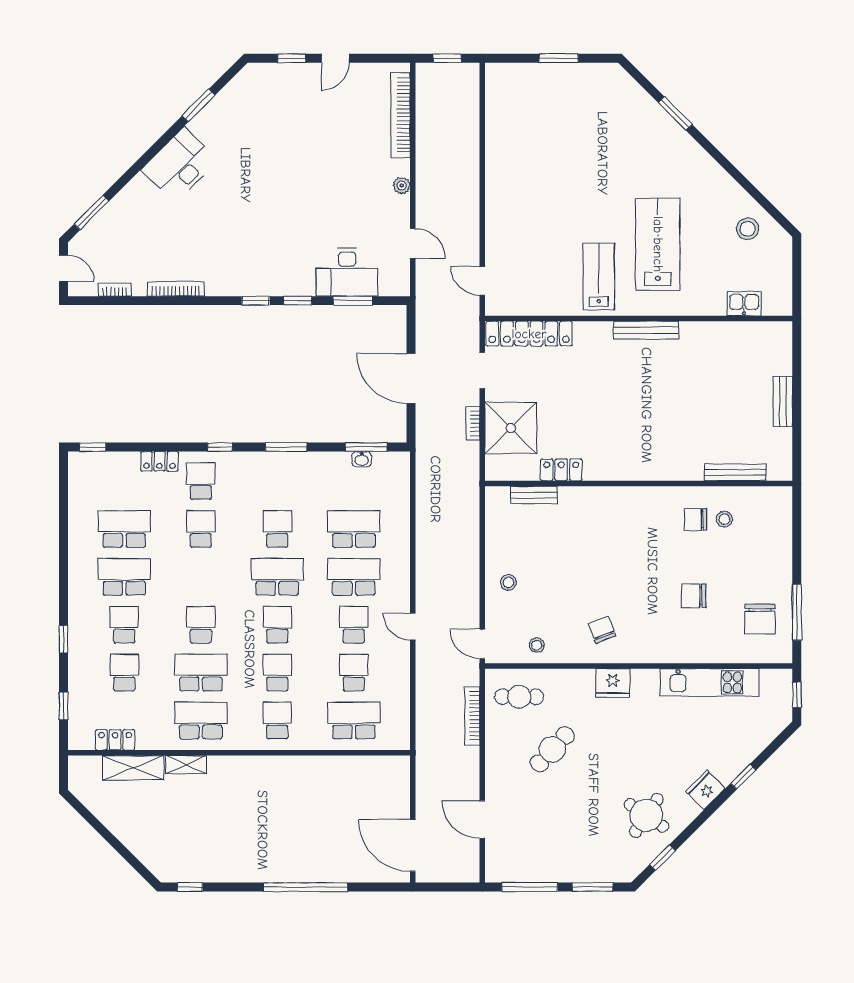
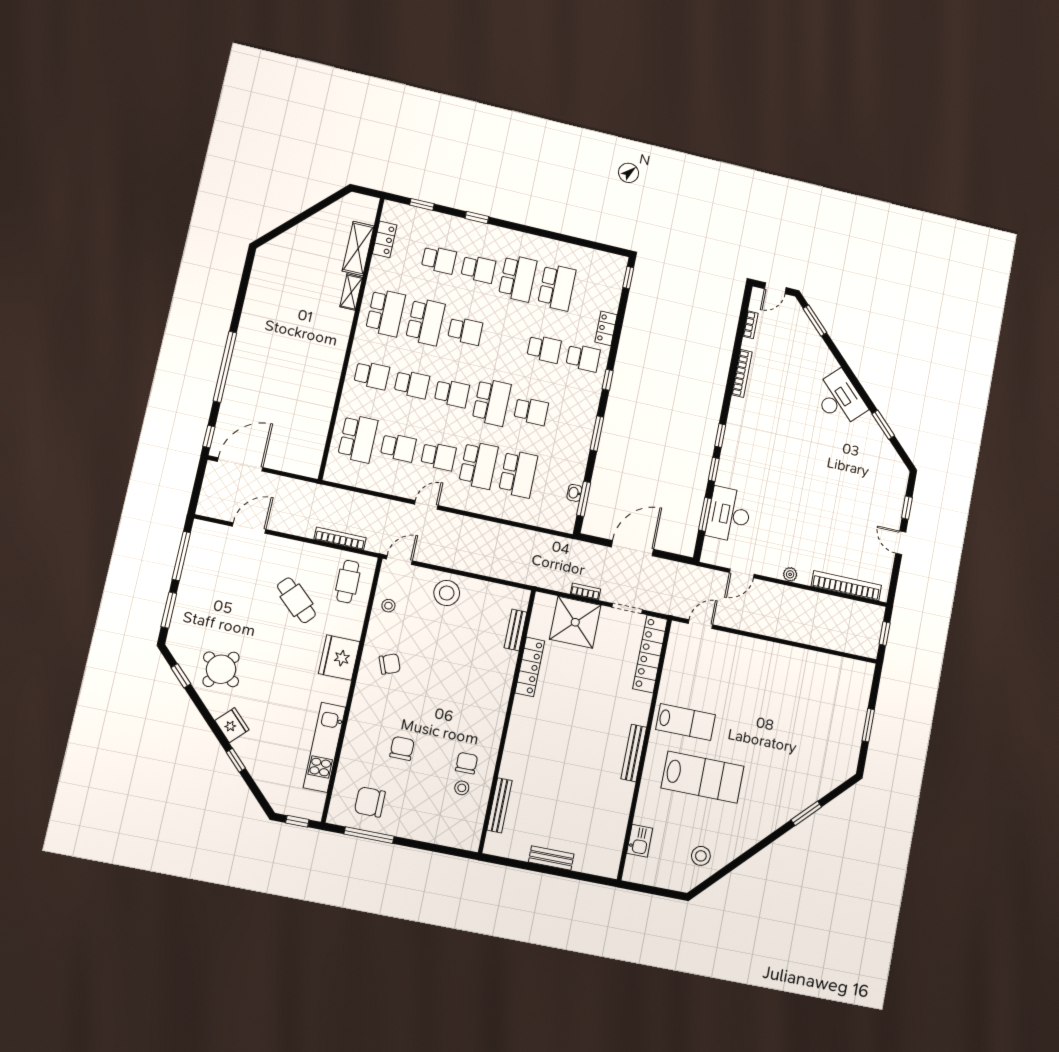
locker: (561, 470) -> (530, 667), width x1.53
stool: (508, 582) -> (447, 593), width x1.89, depth x1.89
fridge: (613, 683) -> (339, 658), width x1.36, depth x1.34
window: (190, 887) -> (209, 437), moved

